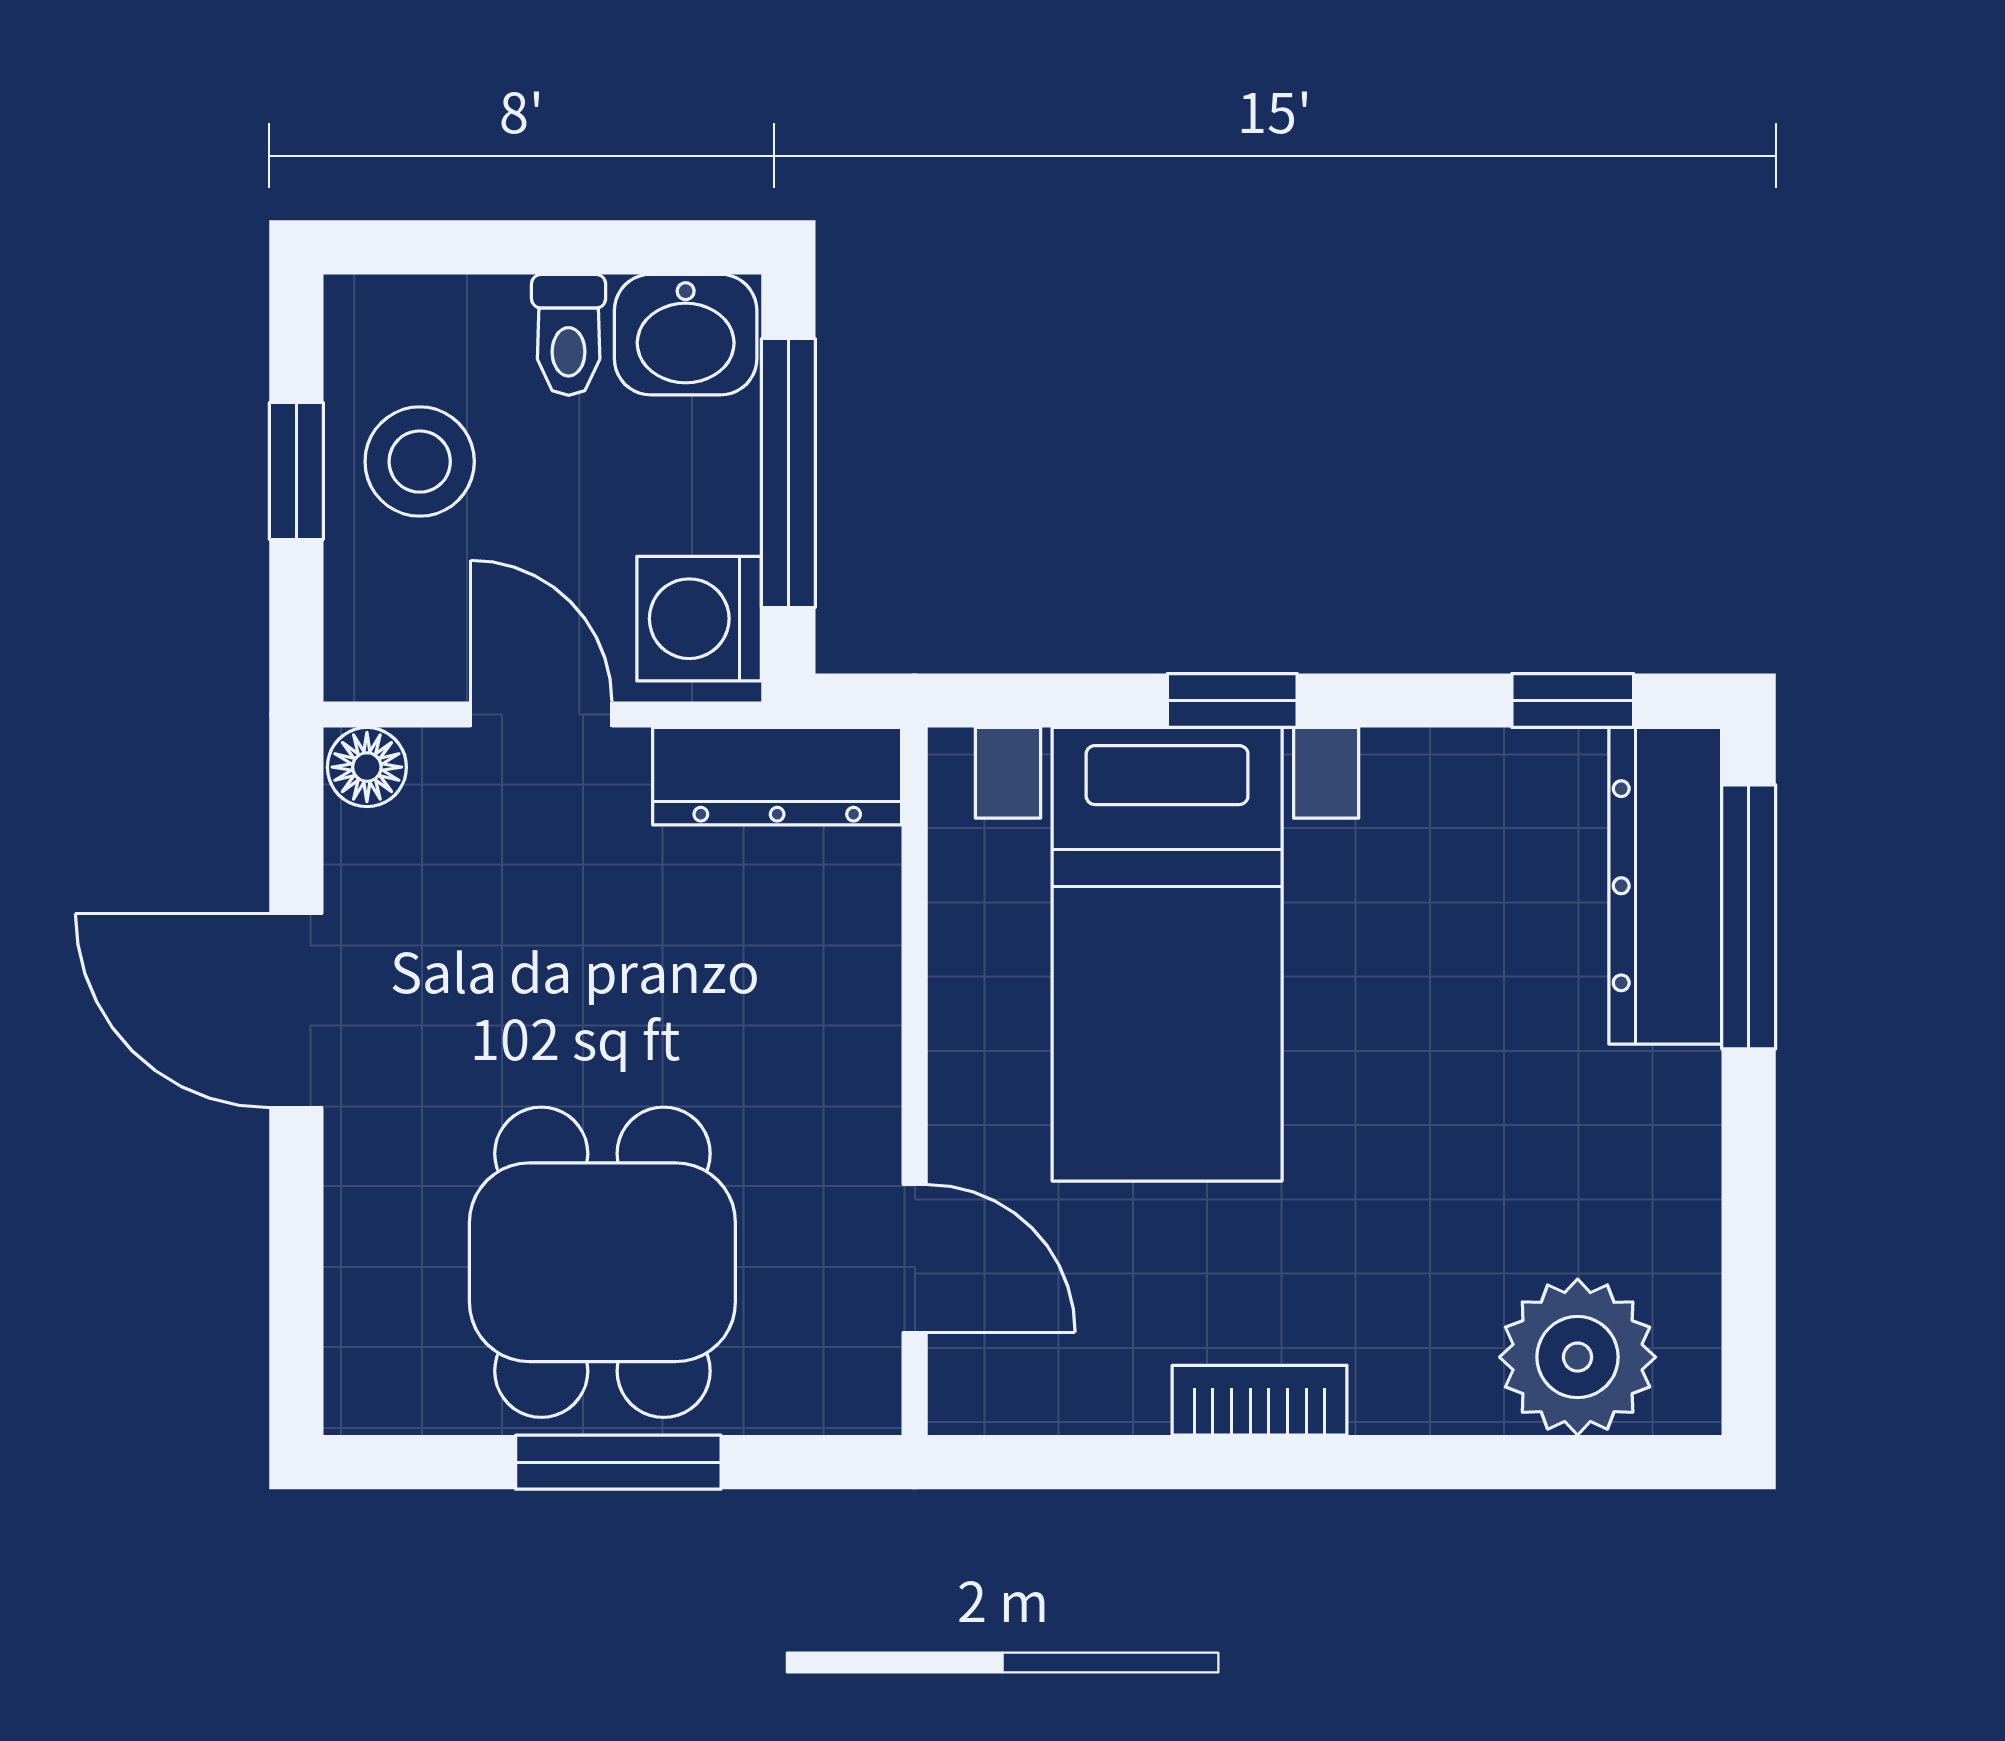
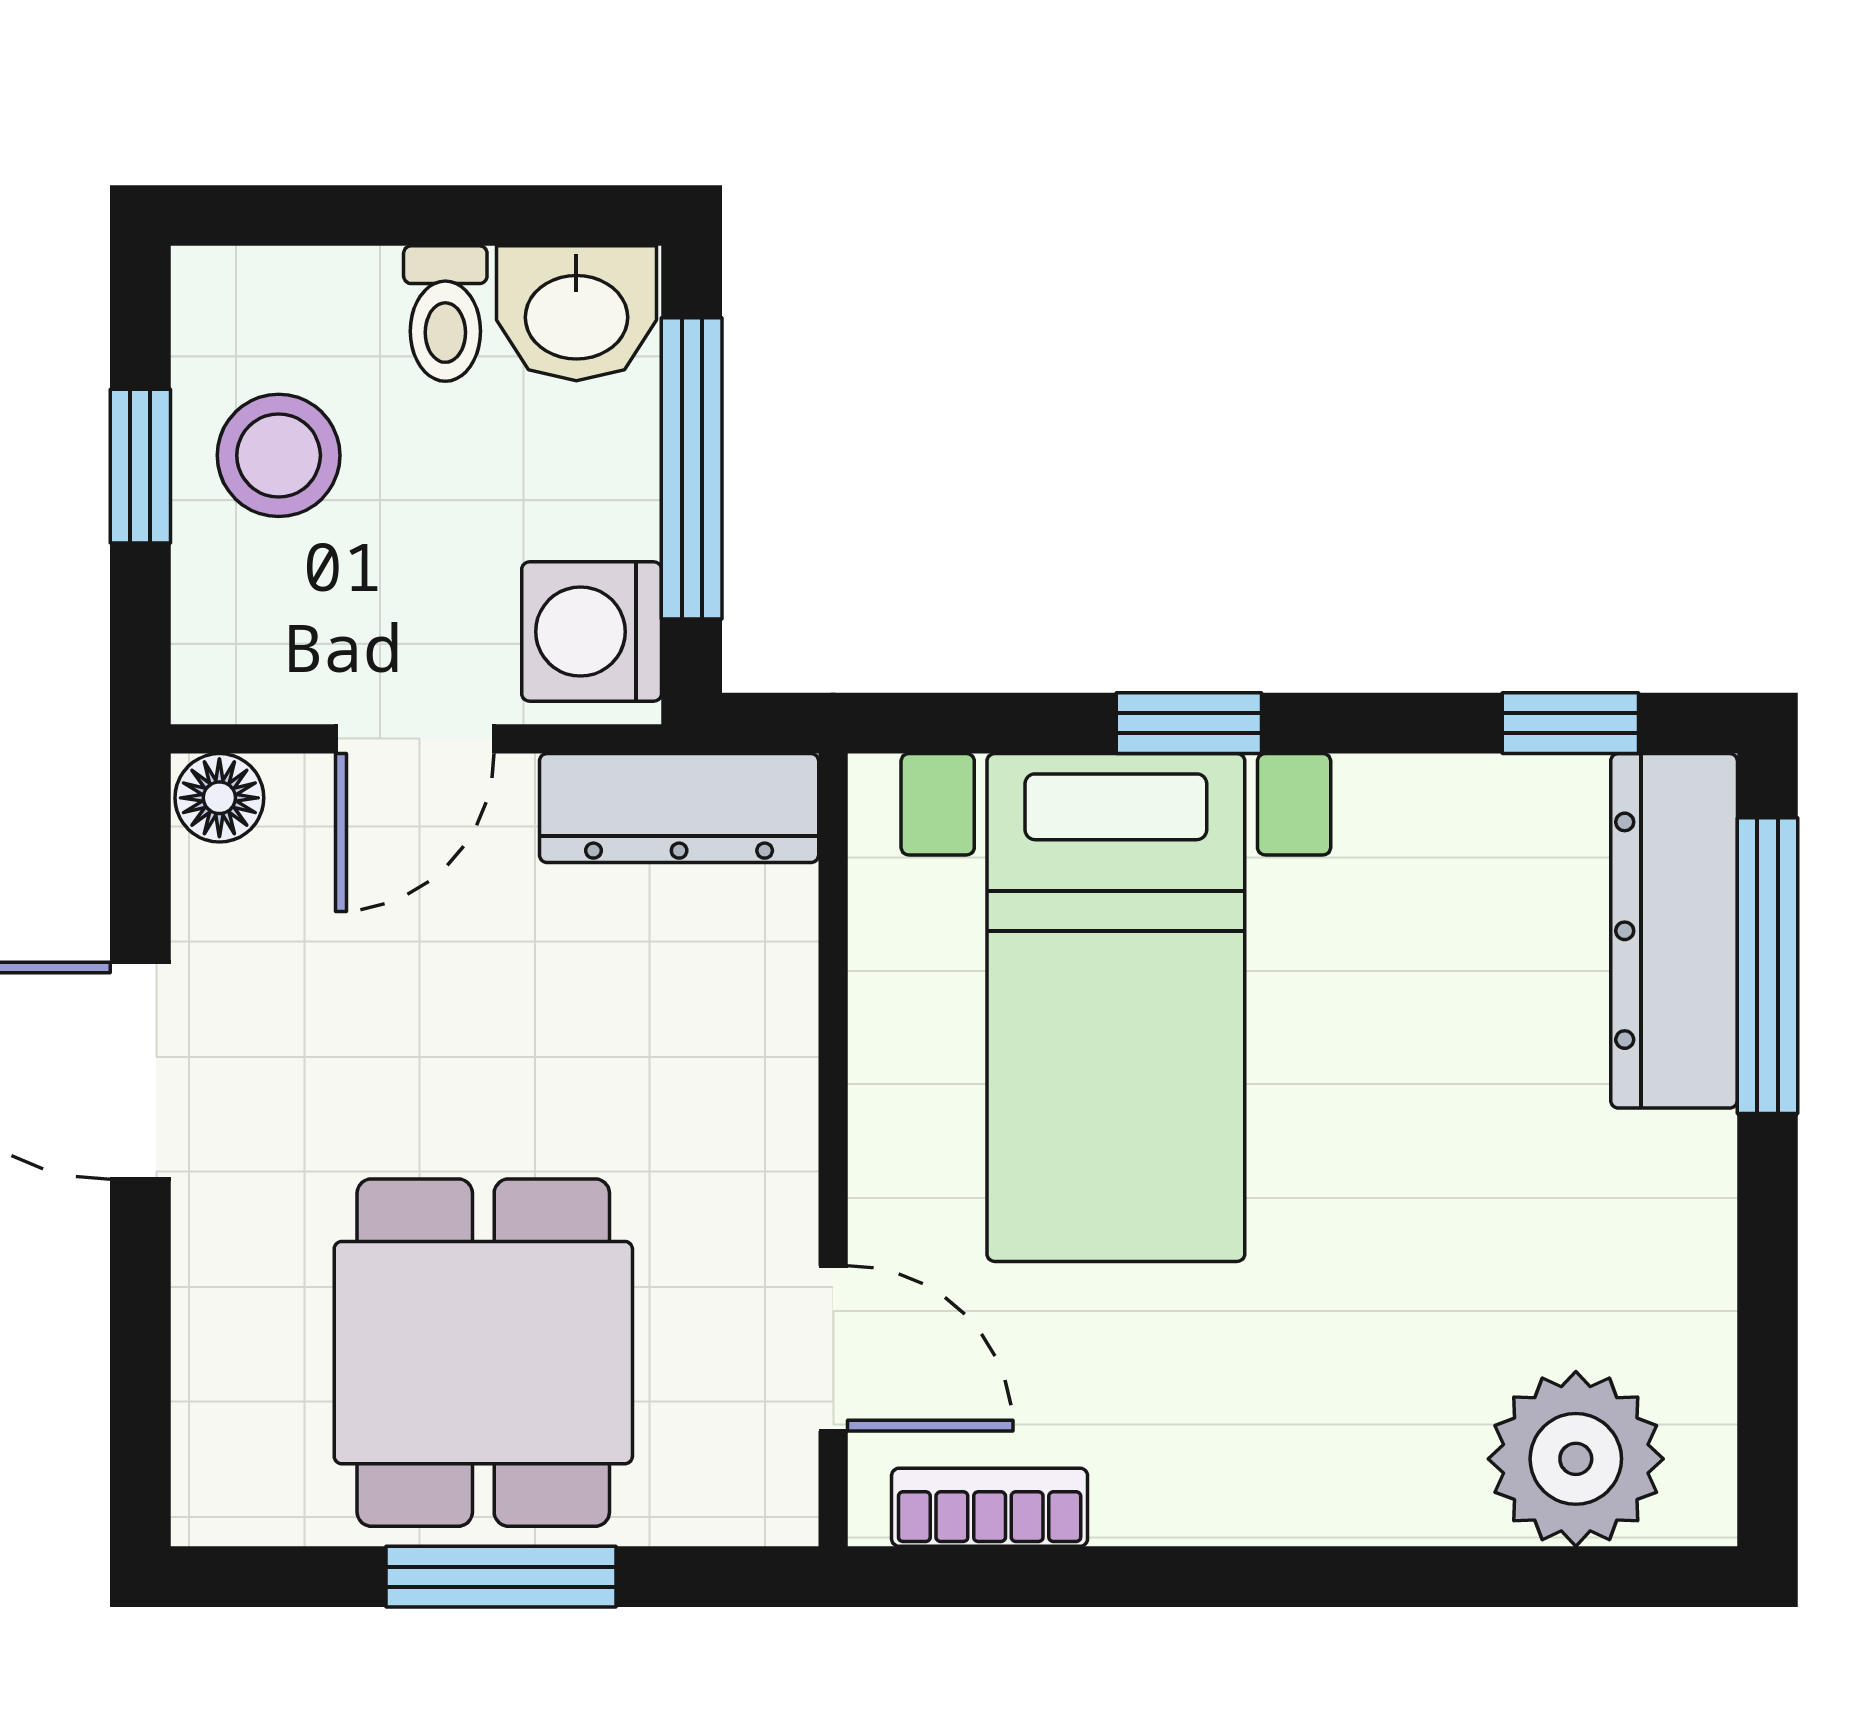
door: (541, 715) -> (415, 739), swing flipped
bookcase: (1260, 1400) -> (990, 1507), moved

